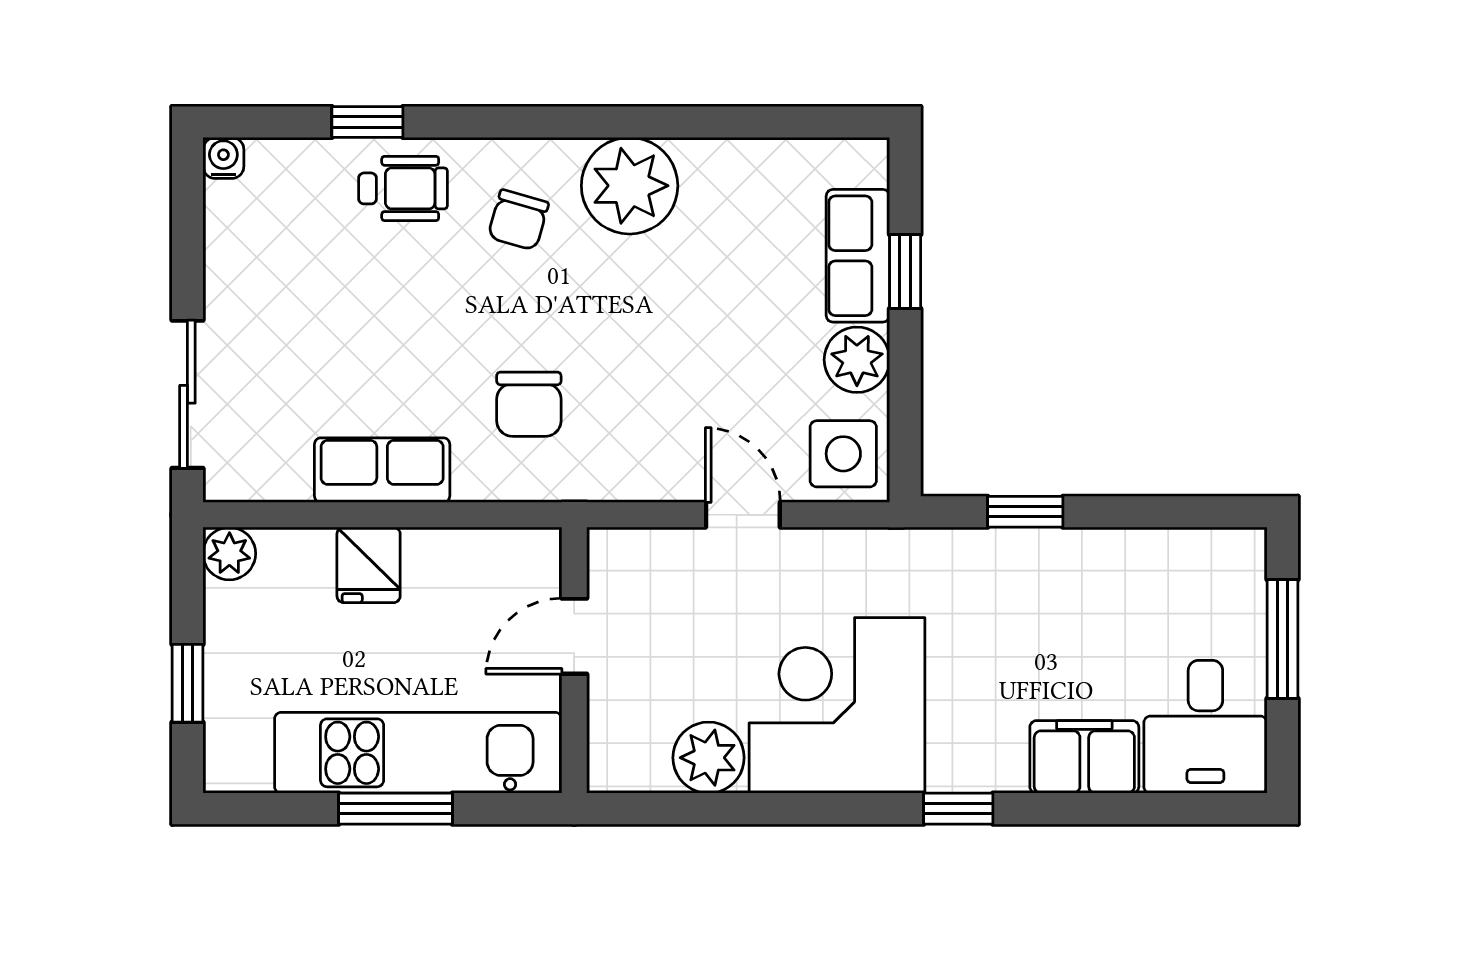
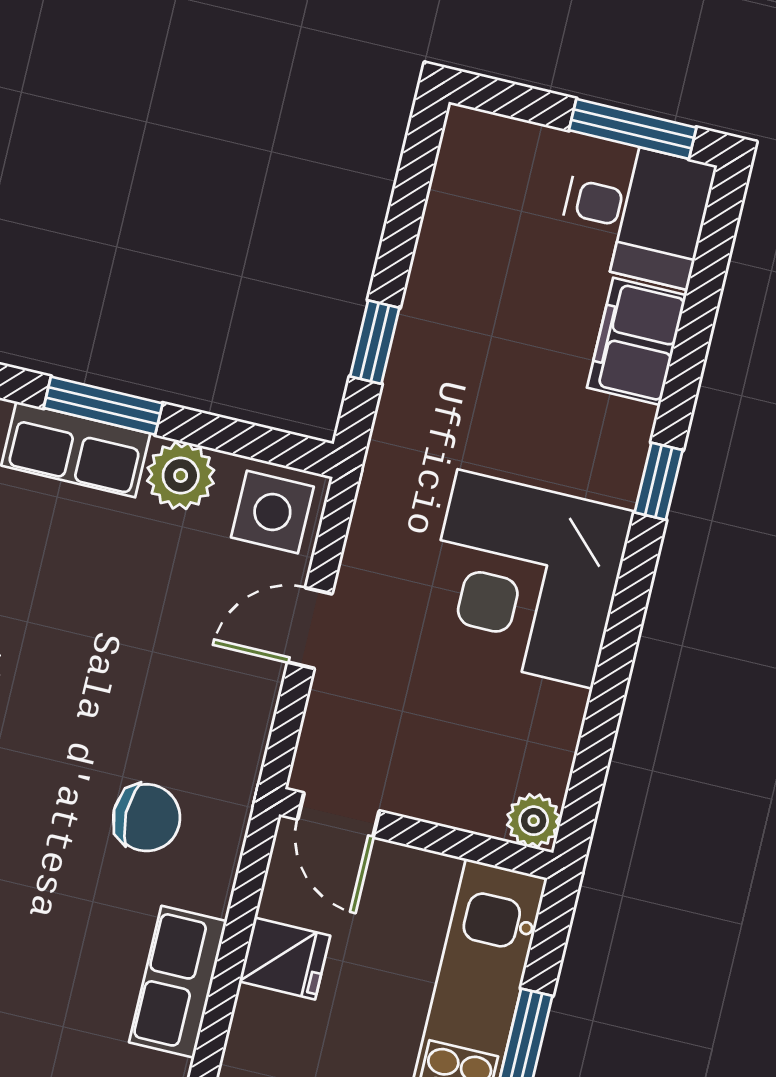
window: (905, 271) -> (103, 406), width x1.50
fridge: (369, 565) -> (285, 958), moved
door: (574, 636) -> (338, 815), moved
window: (1282, 639) -> (633, 129), moved
plant: (709, 758) -> (534, 821), moved, width x0.73, depth x0.73

